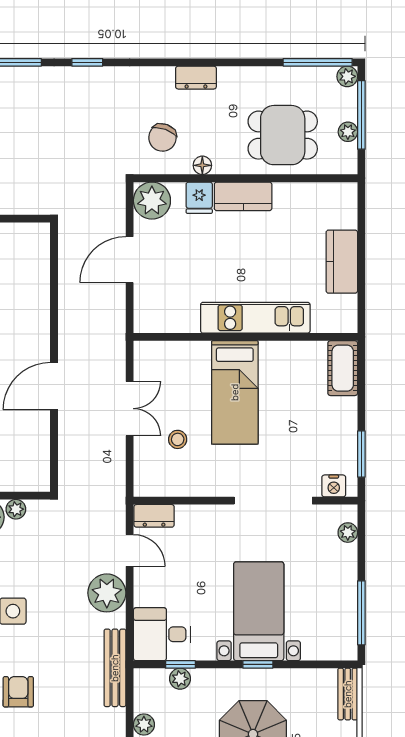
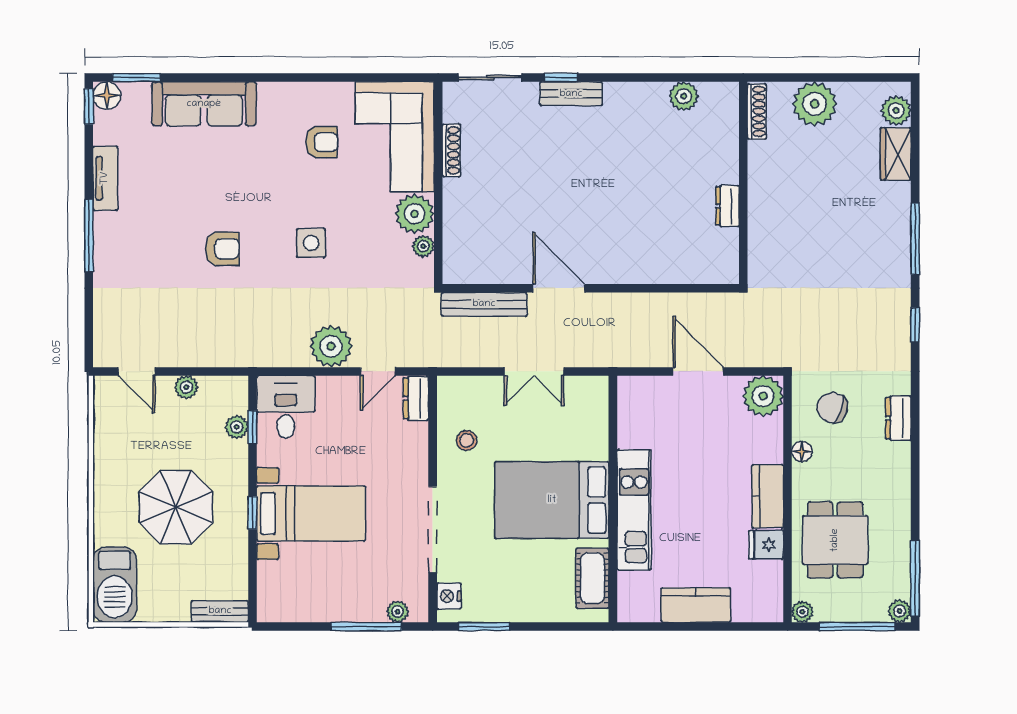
dresser: (196, 78) -> (898, 418), moved
plant: (348, 132) -> (802, 612), moved
fridge: (199, 198) -> (766, 545), moved
cot: (343, 368) -> (592, 578), moved, turned 90
bed: (235, 392) -> (552, 500), width x1.50
stool: (178, 439) -> (467, 440), moved
window: (361, 613) -> (366, 627), moved
bench: (115, 668) -> (484, 304), moved

